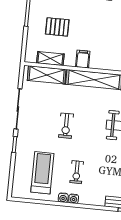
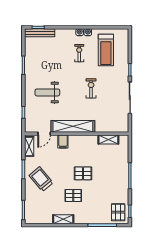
pallet: (57, 27) -> (83, 173), moved
filing cabinet: (83, 59) -> (63, 141), moved
shelving: (47, 75) -> (110, 126), removed

